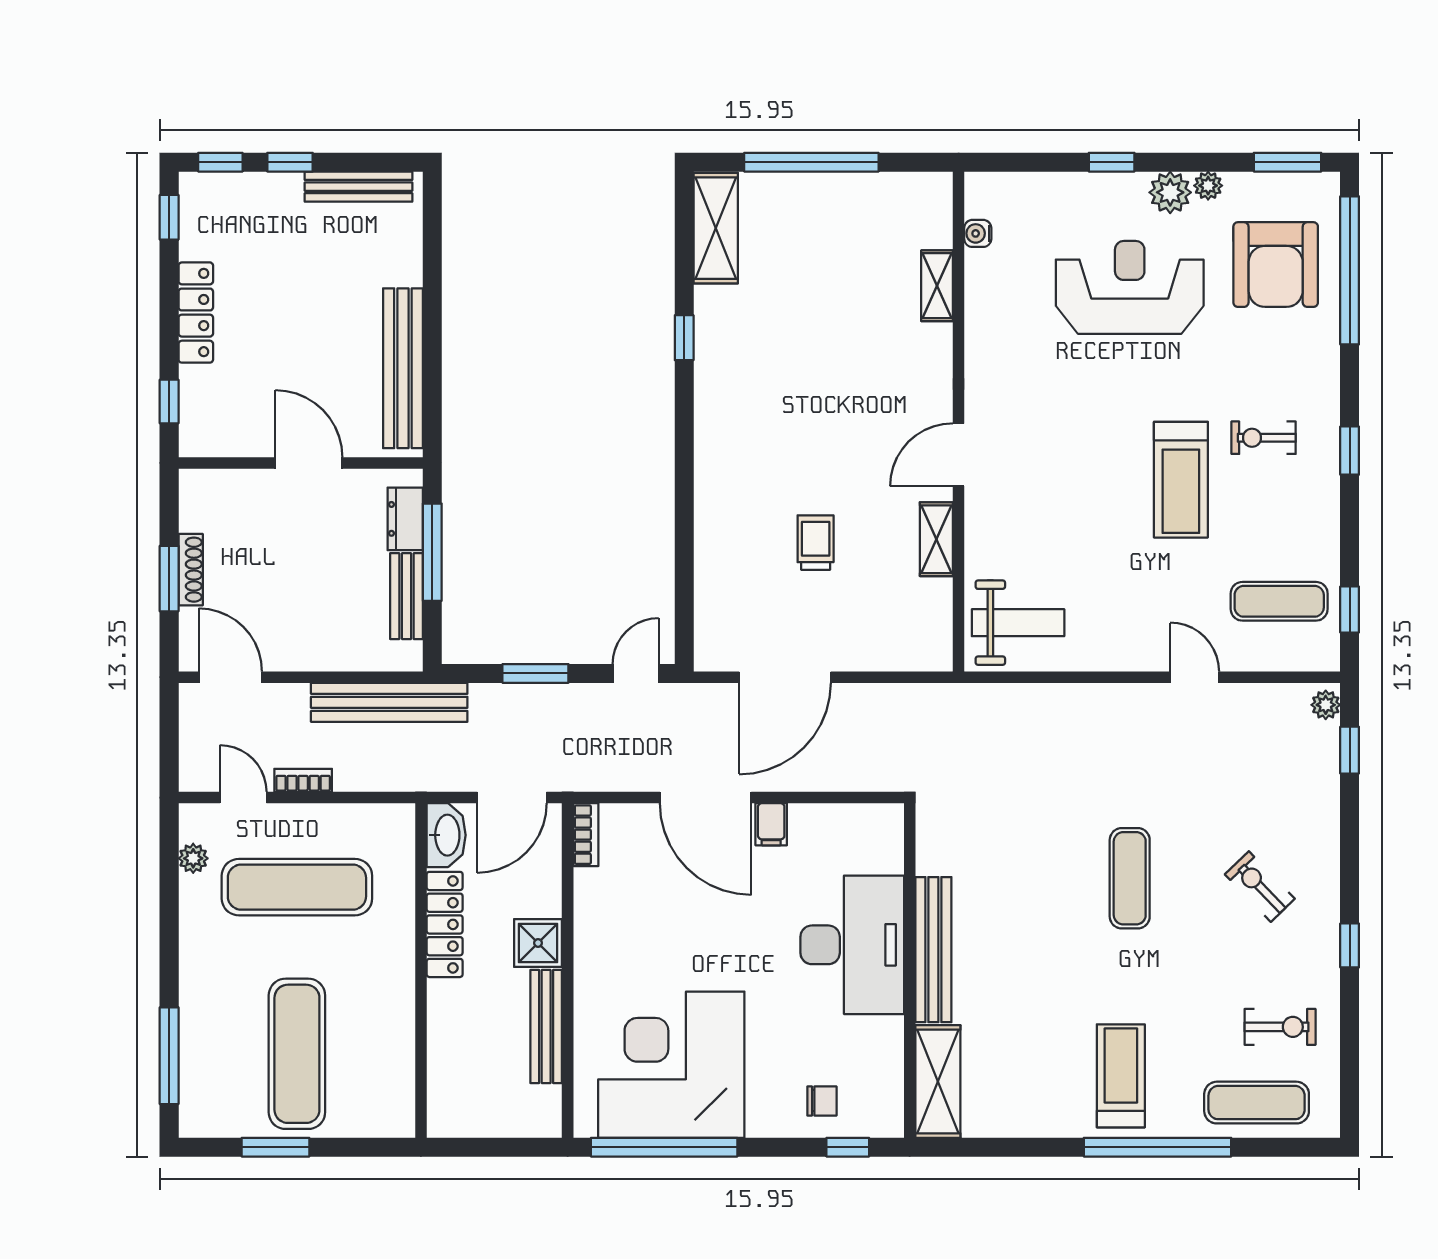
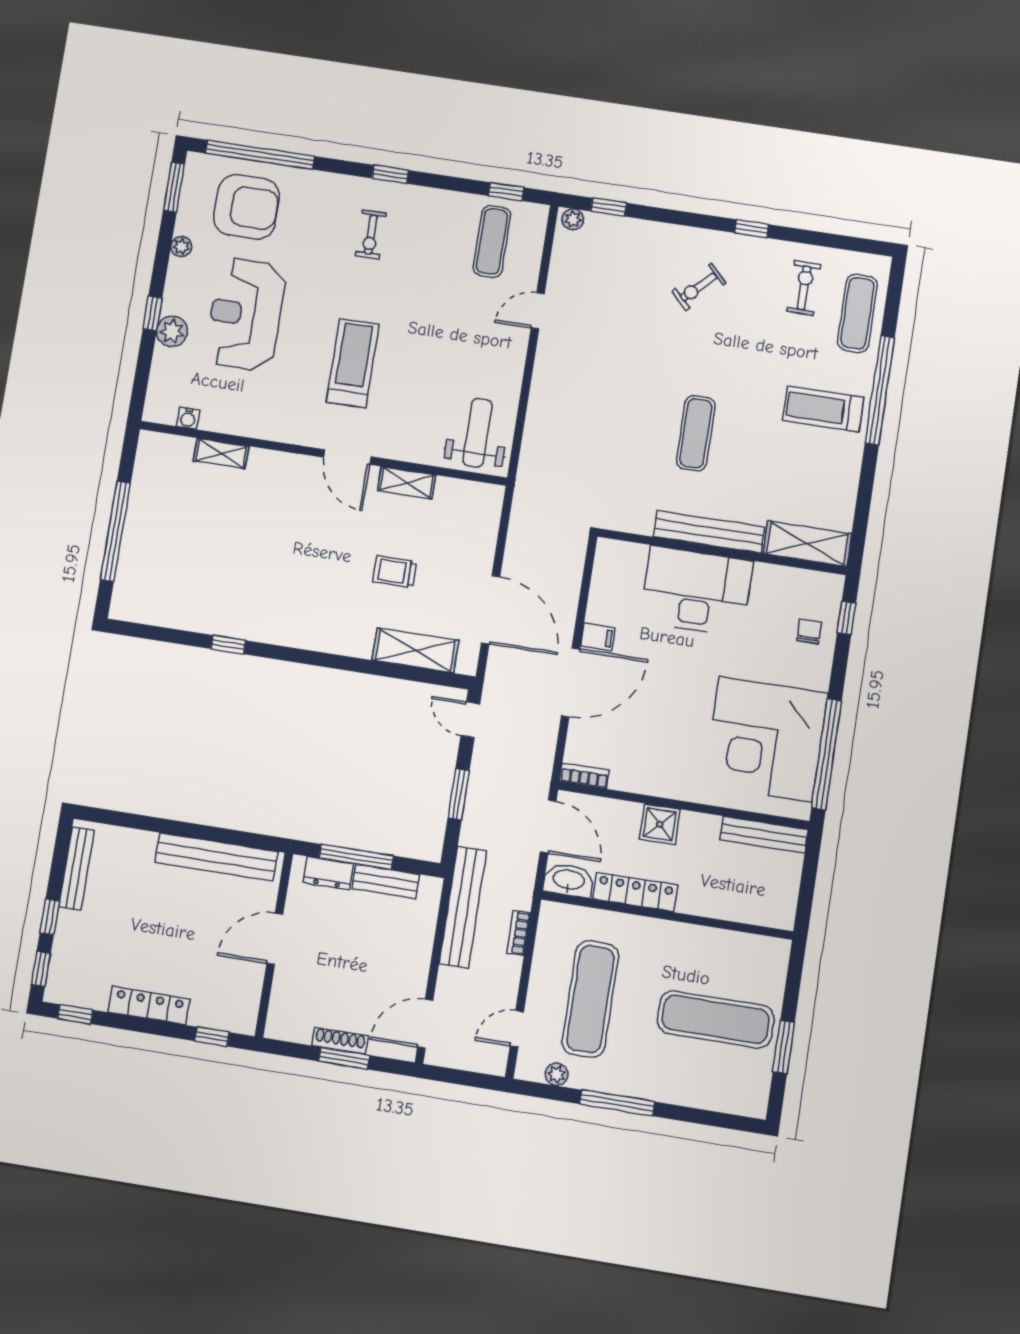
plant: (1170, 192) -> (172, 331), moved
shelving: (716, 228) -> (415, 650), moved
treadmill: (1181, 480) -> (353, 363), moved, turned -90
bookcase: (303, 780) -> (519, 933), moved
exercise mat: (1130, 878) -> (696, 433), moved, turned 90
bench: (546, 1027) -> (764, 835), moved
window: (169, 1056) -> (617, 1103), moved

